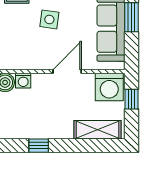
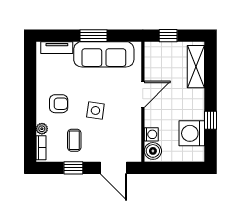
door: (67, 71) -> (143, 94), swing flipped
washing machine: (109, 87) -> (192, 133), moved, turned 180

